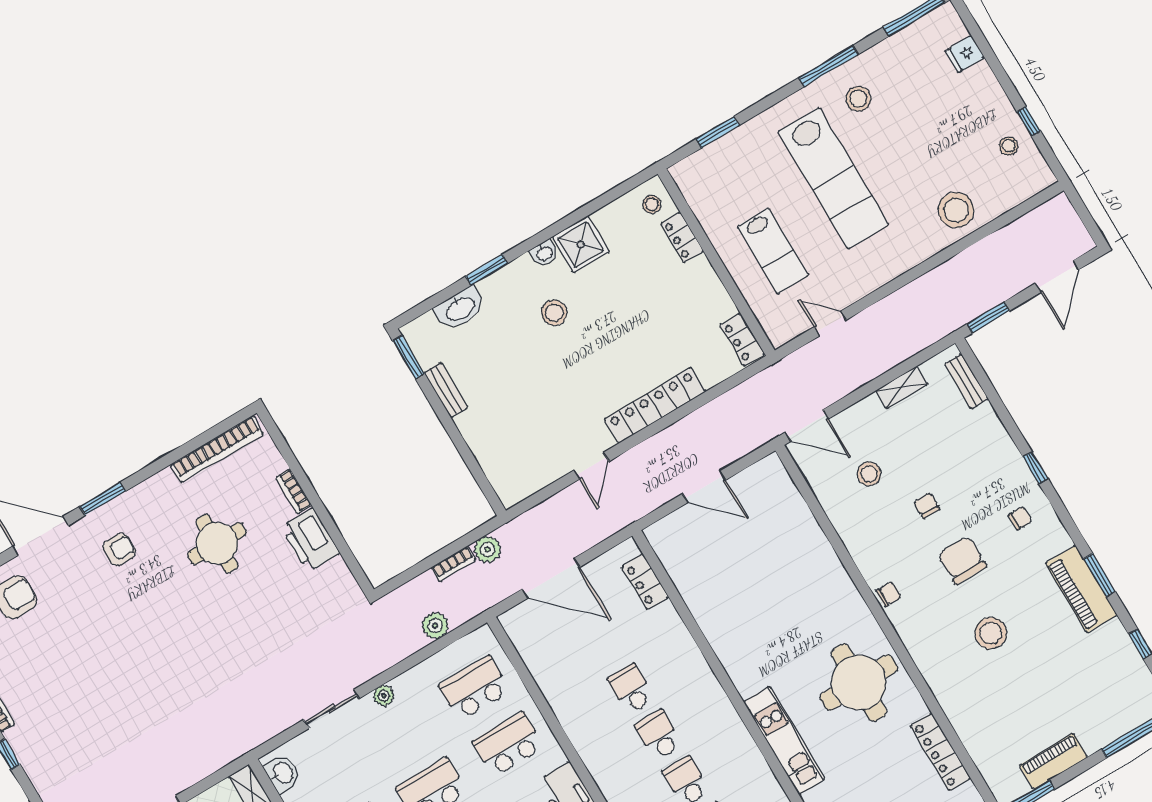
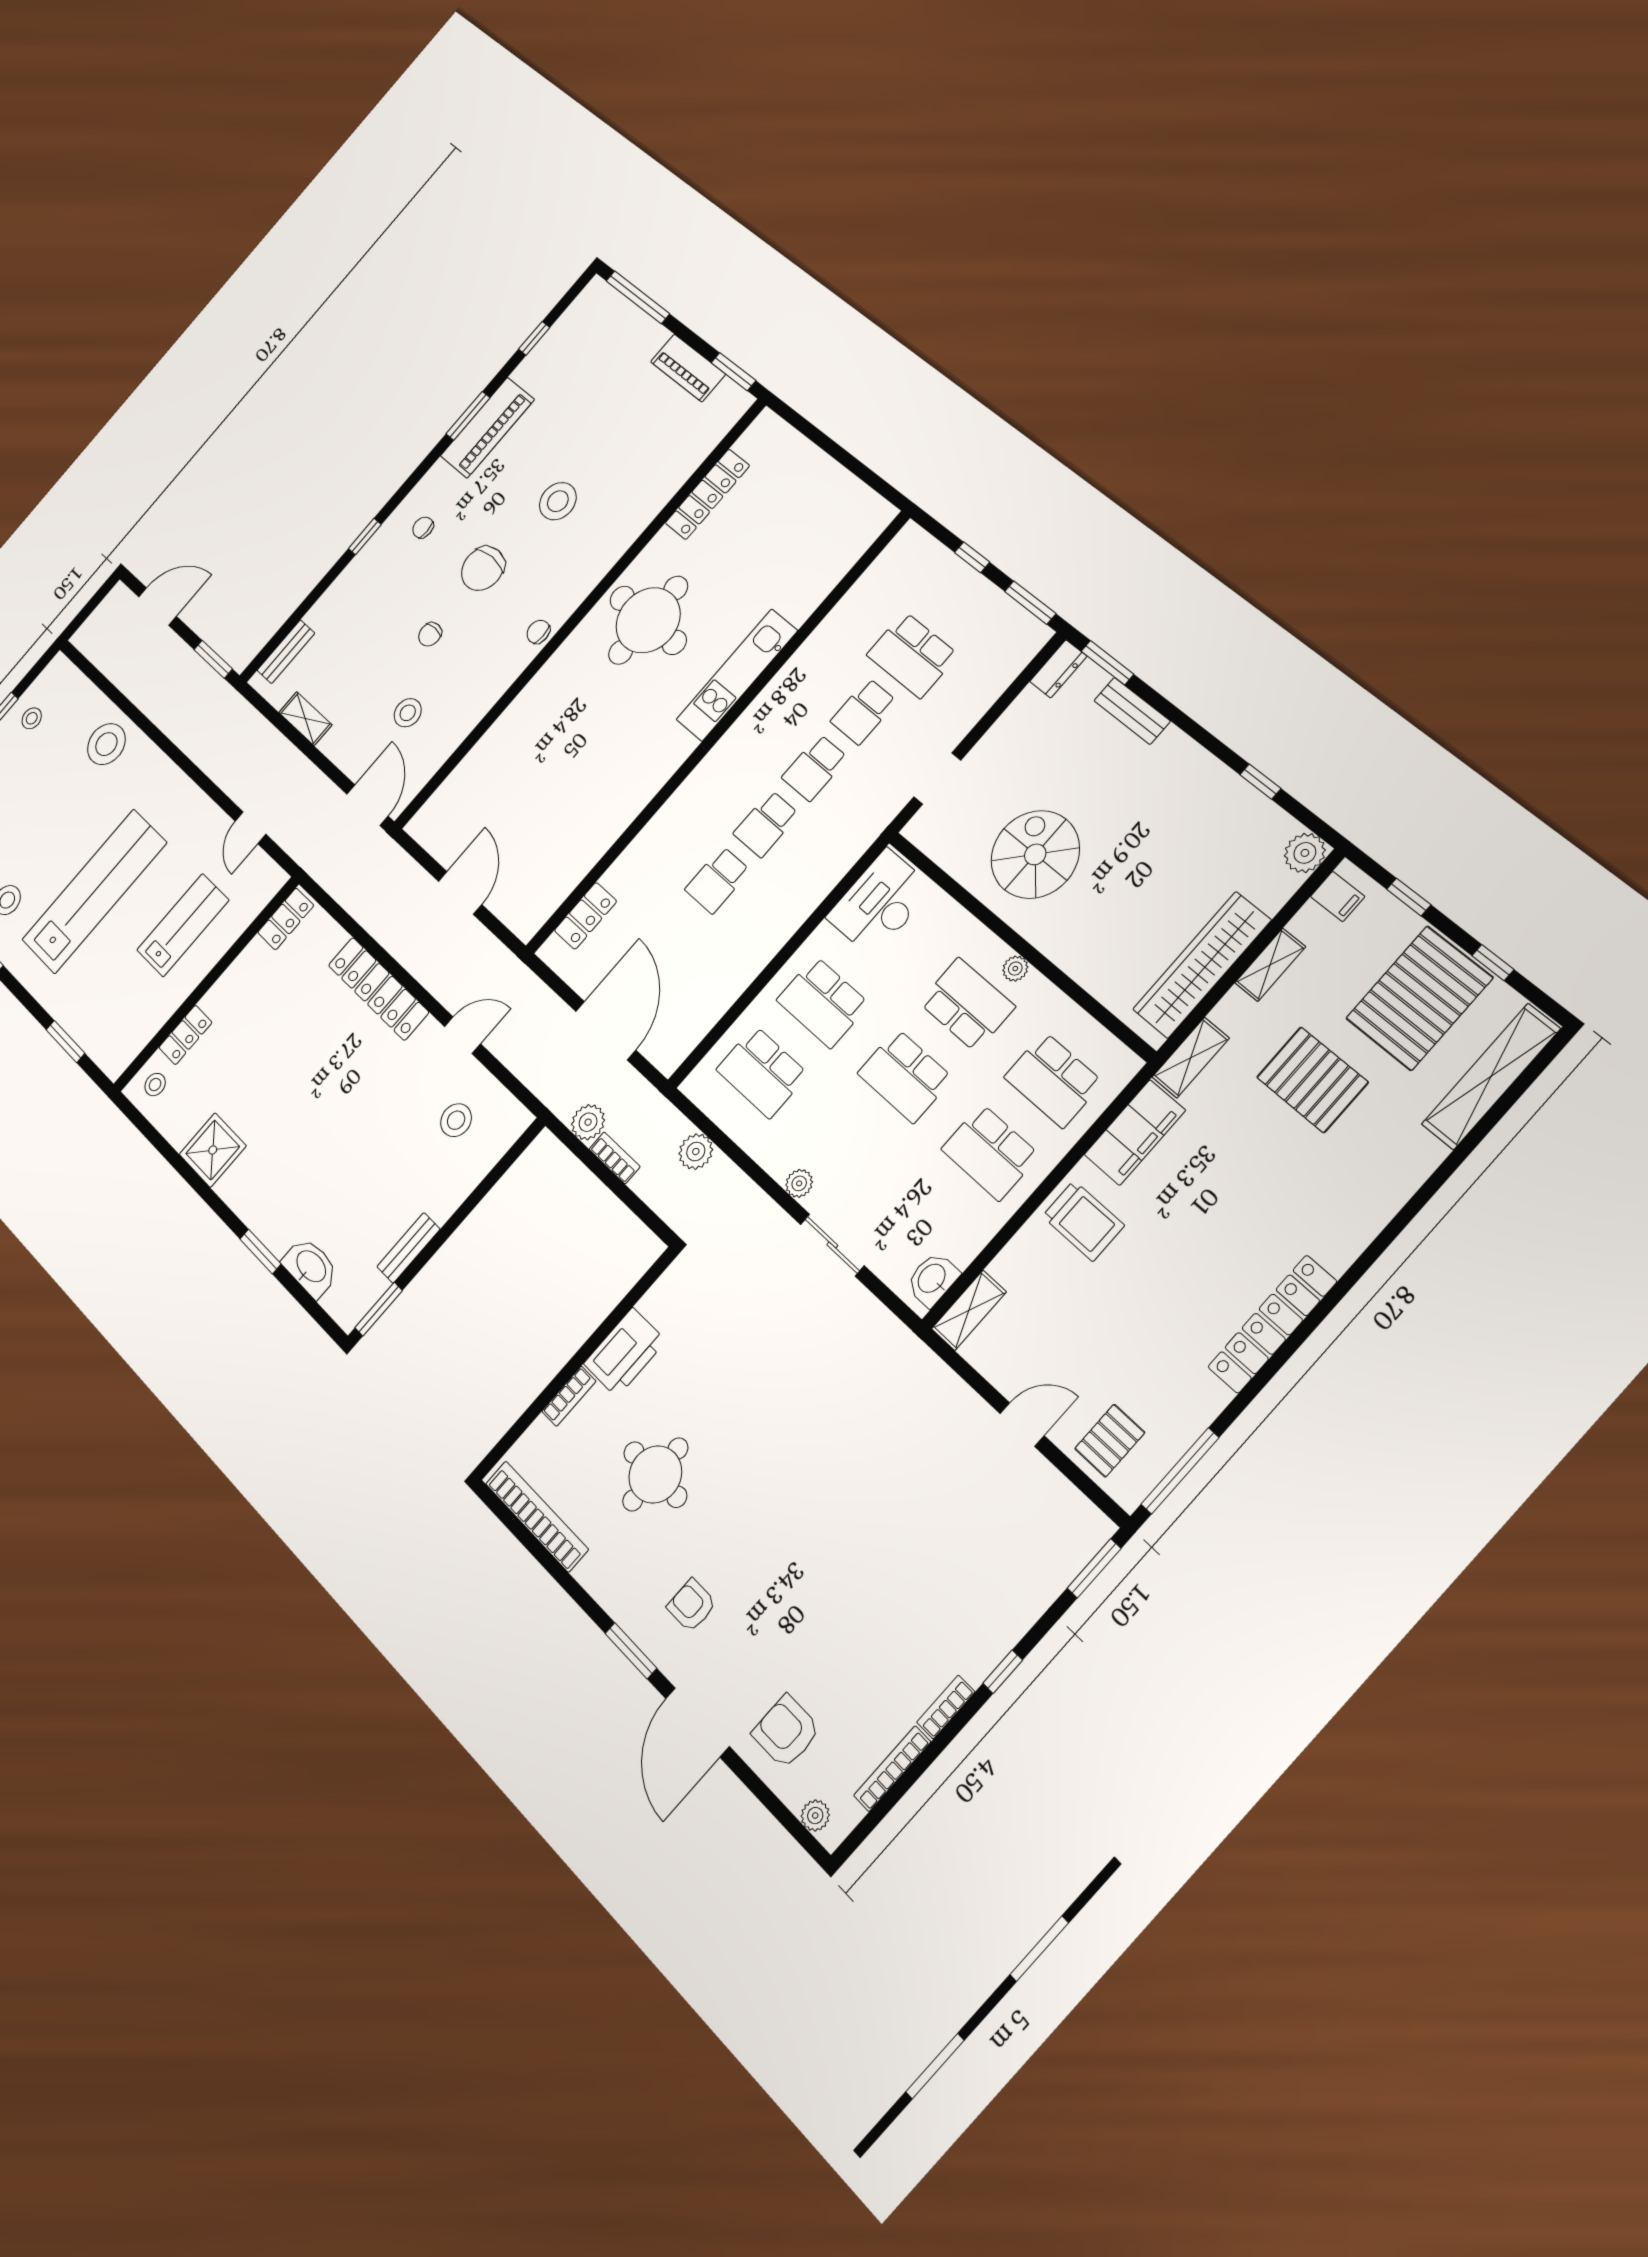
washbasin: (544, 253) -> (230, 1189), removed
stool: (554, 313) -> (456, 1120), moved

